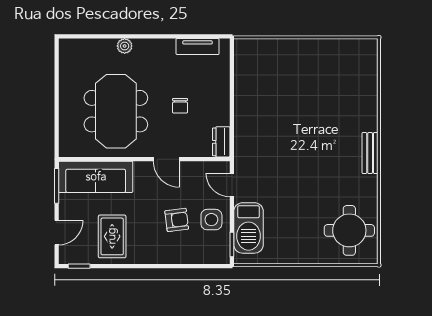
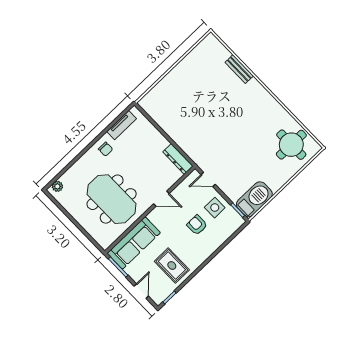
plant: (125, 46) -> (57, 186), moved
chair: (180, 106) -> (106, 149), moved
dresser: (221, 142) -> (178, 159), width x1.44
bench: (370, 153) -> (239, 69), moved
armchair: (177, 220) -> (197, 225), turned -83
barbecue: (248, 228) -> (254, 199), moved, turned -90

